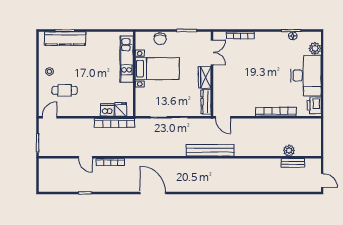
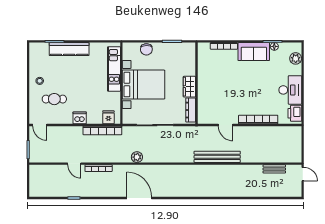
kitchen counter: (65, 39) -> (69, 49), moved
sofa: (272, 41) -> (254, 52), added
double door: (212, 52) -> (196, 62), removed
bed with nightstands: (157, 69) -> (144, 85), width x1.36
desk: (306, 76) -> (290, 90), width x0.73, depth x0.77
dishwasher: (107, 110) -> (80, 118), moved
door: (50, 117) -> (40, 125), swing flipped
door: (223, 117) -> (226, 125), moved
bench: (210, 150) -> (217, 157), moved
plant: (289, 151) -> (137, 157), moved
door: (322, 180) -> (303, 174), moved

